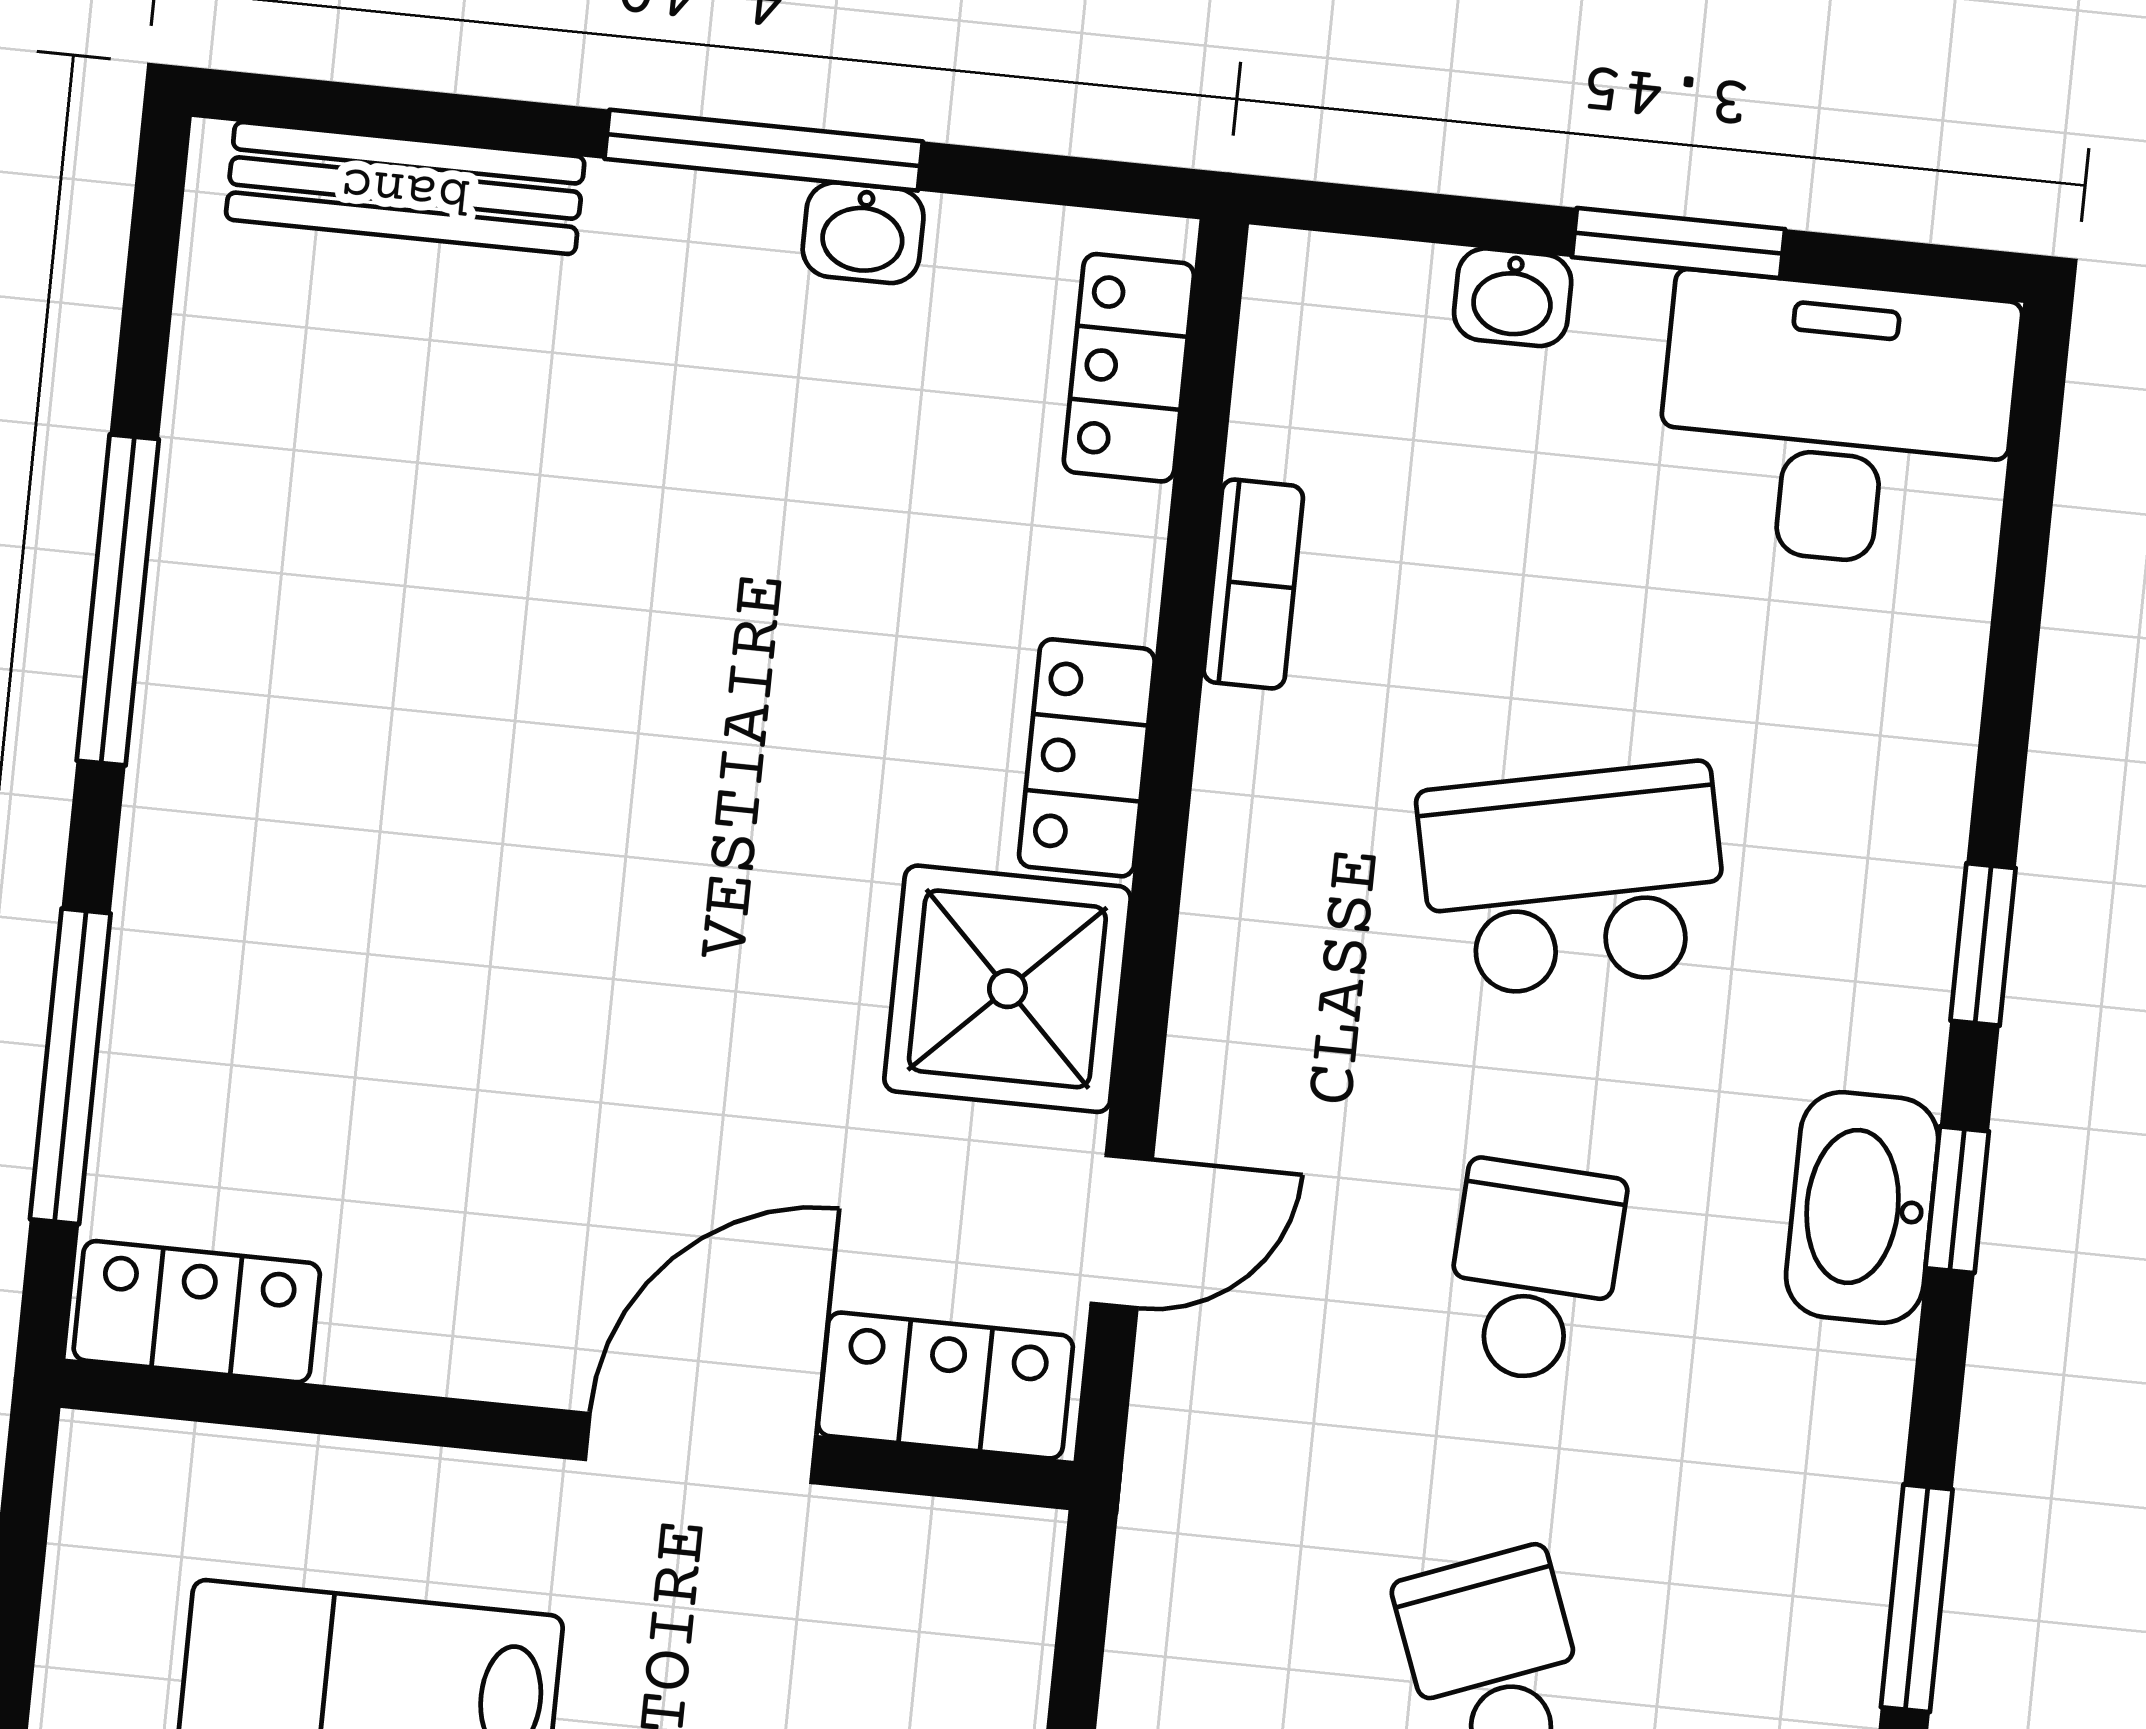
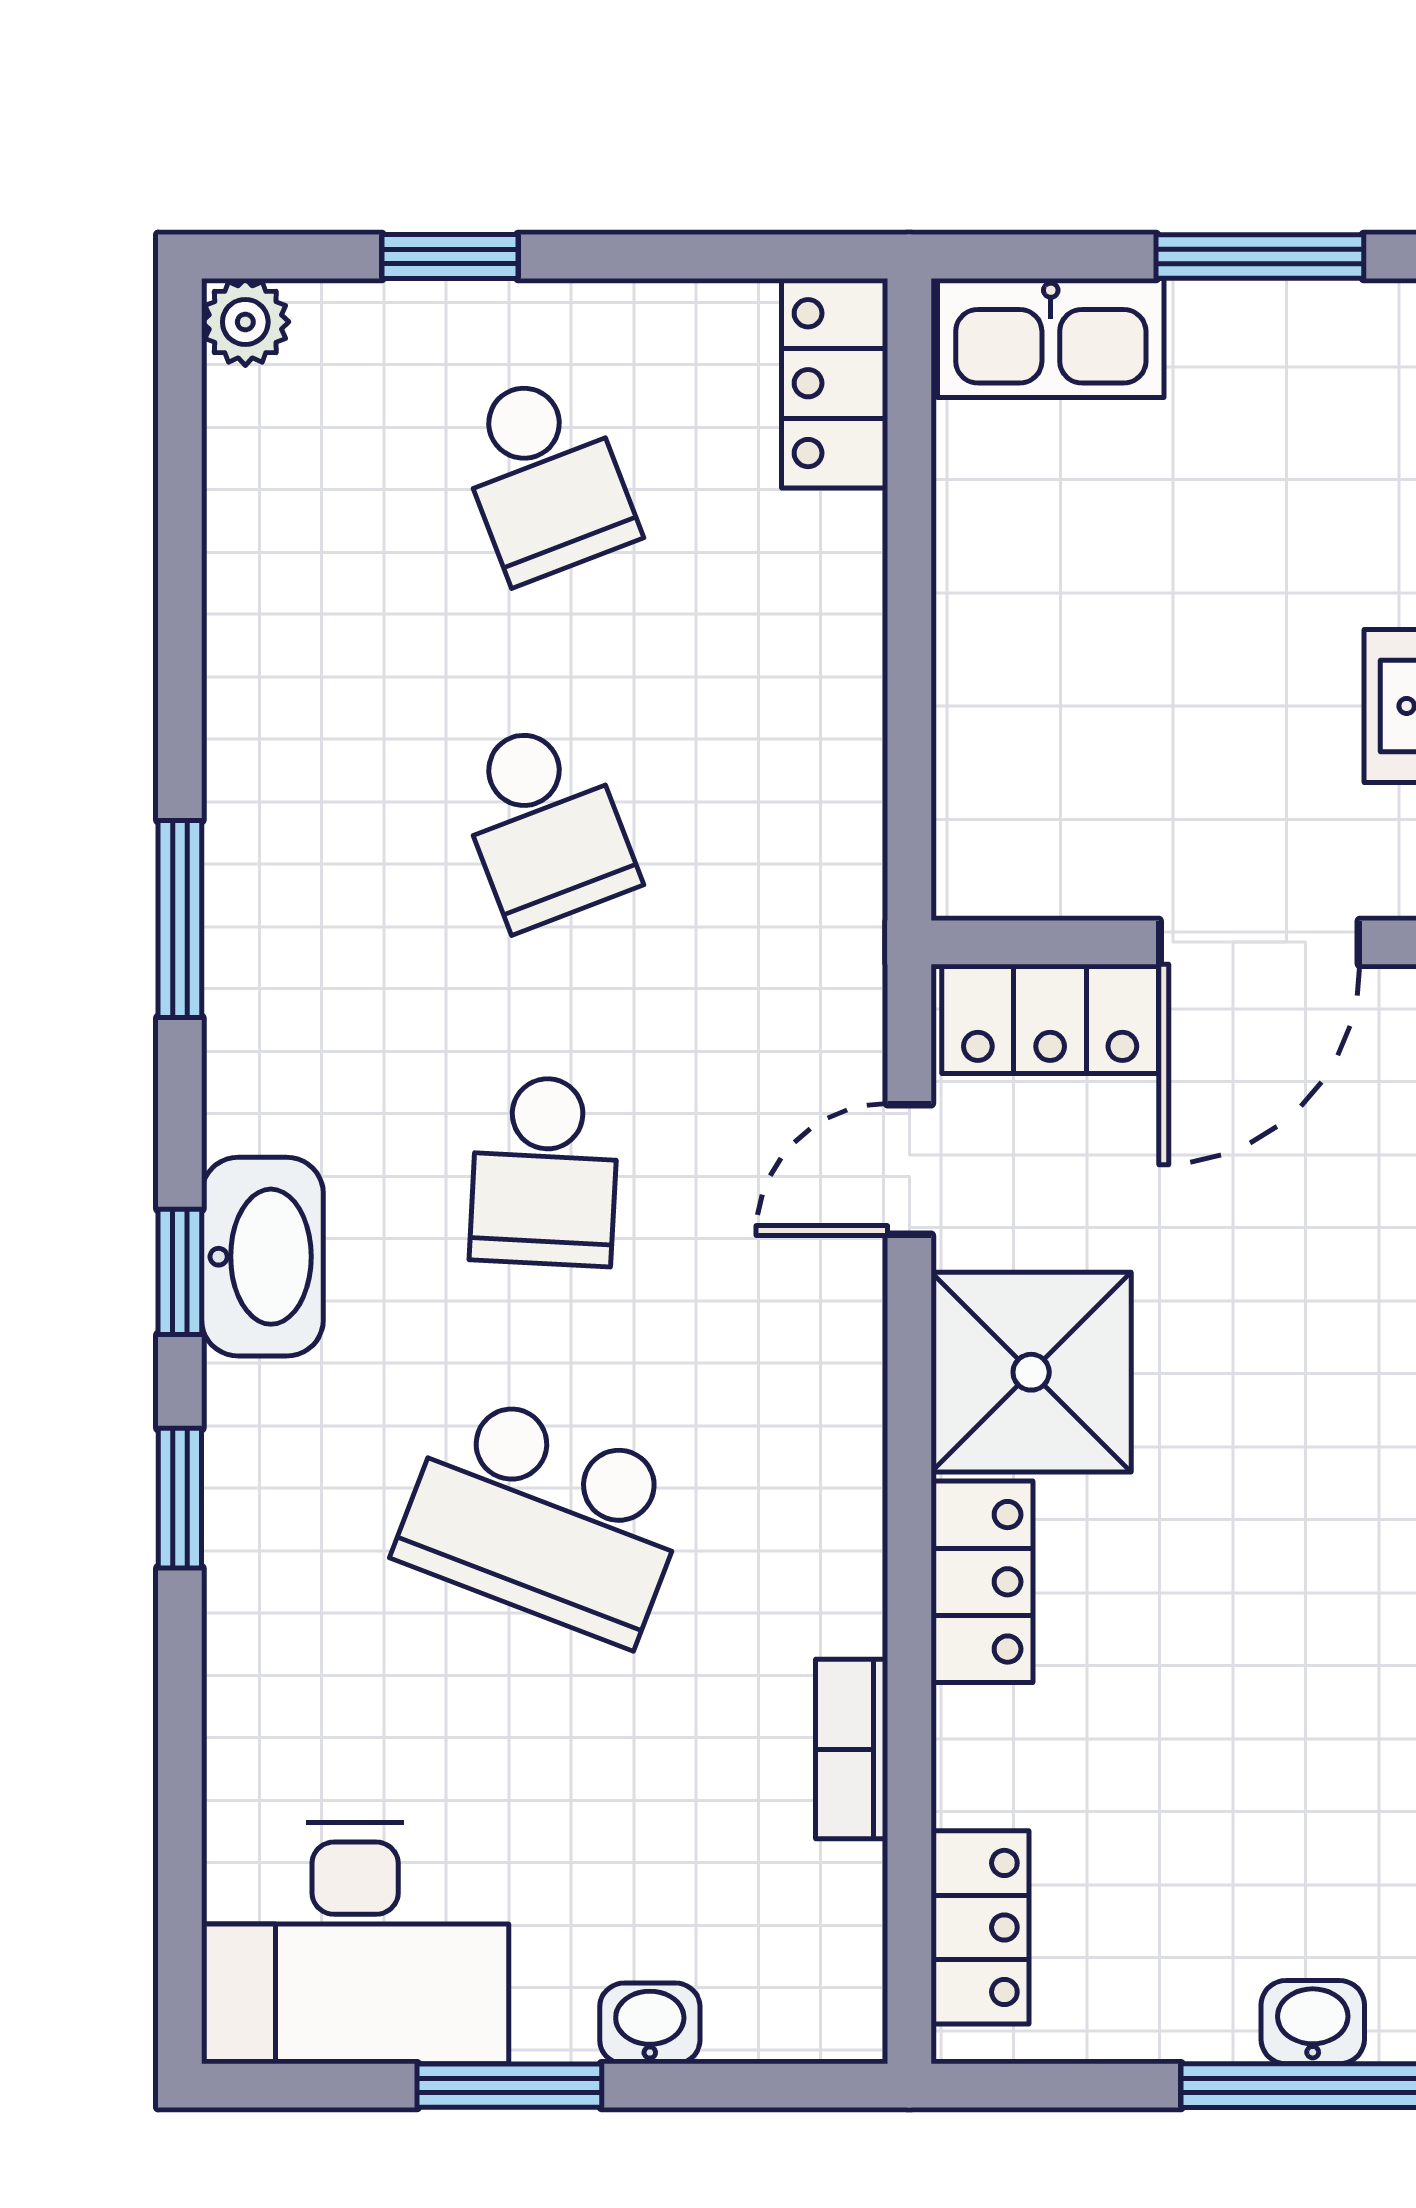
washbasin: (863, 233) -> (1313, 2022), moved
school desk: (1574, 880) -> (545, 1518), turned 33

